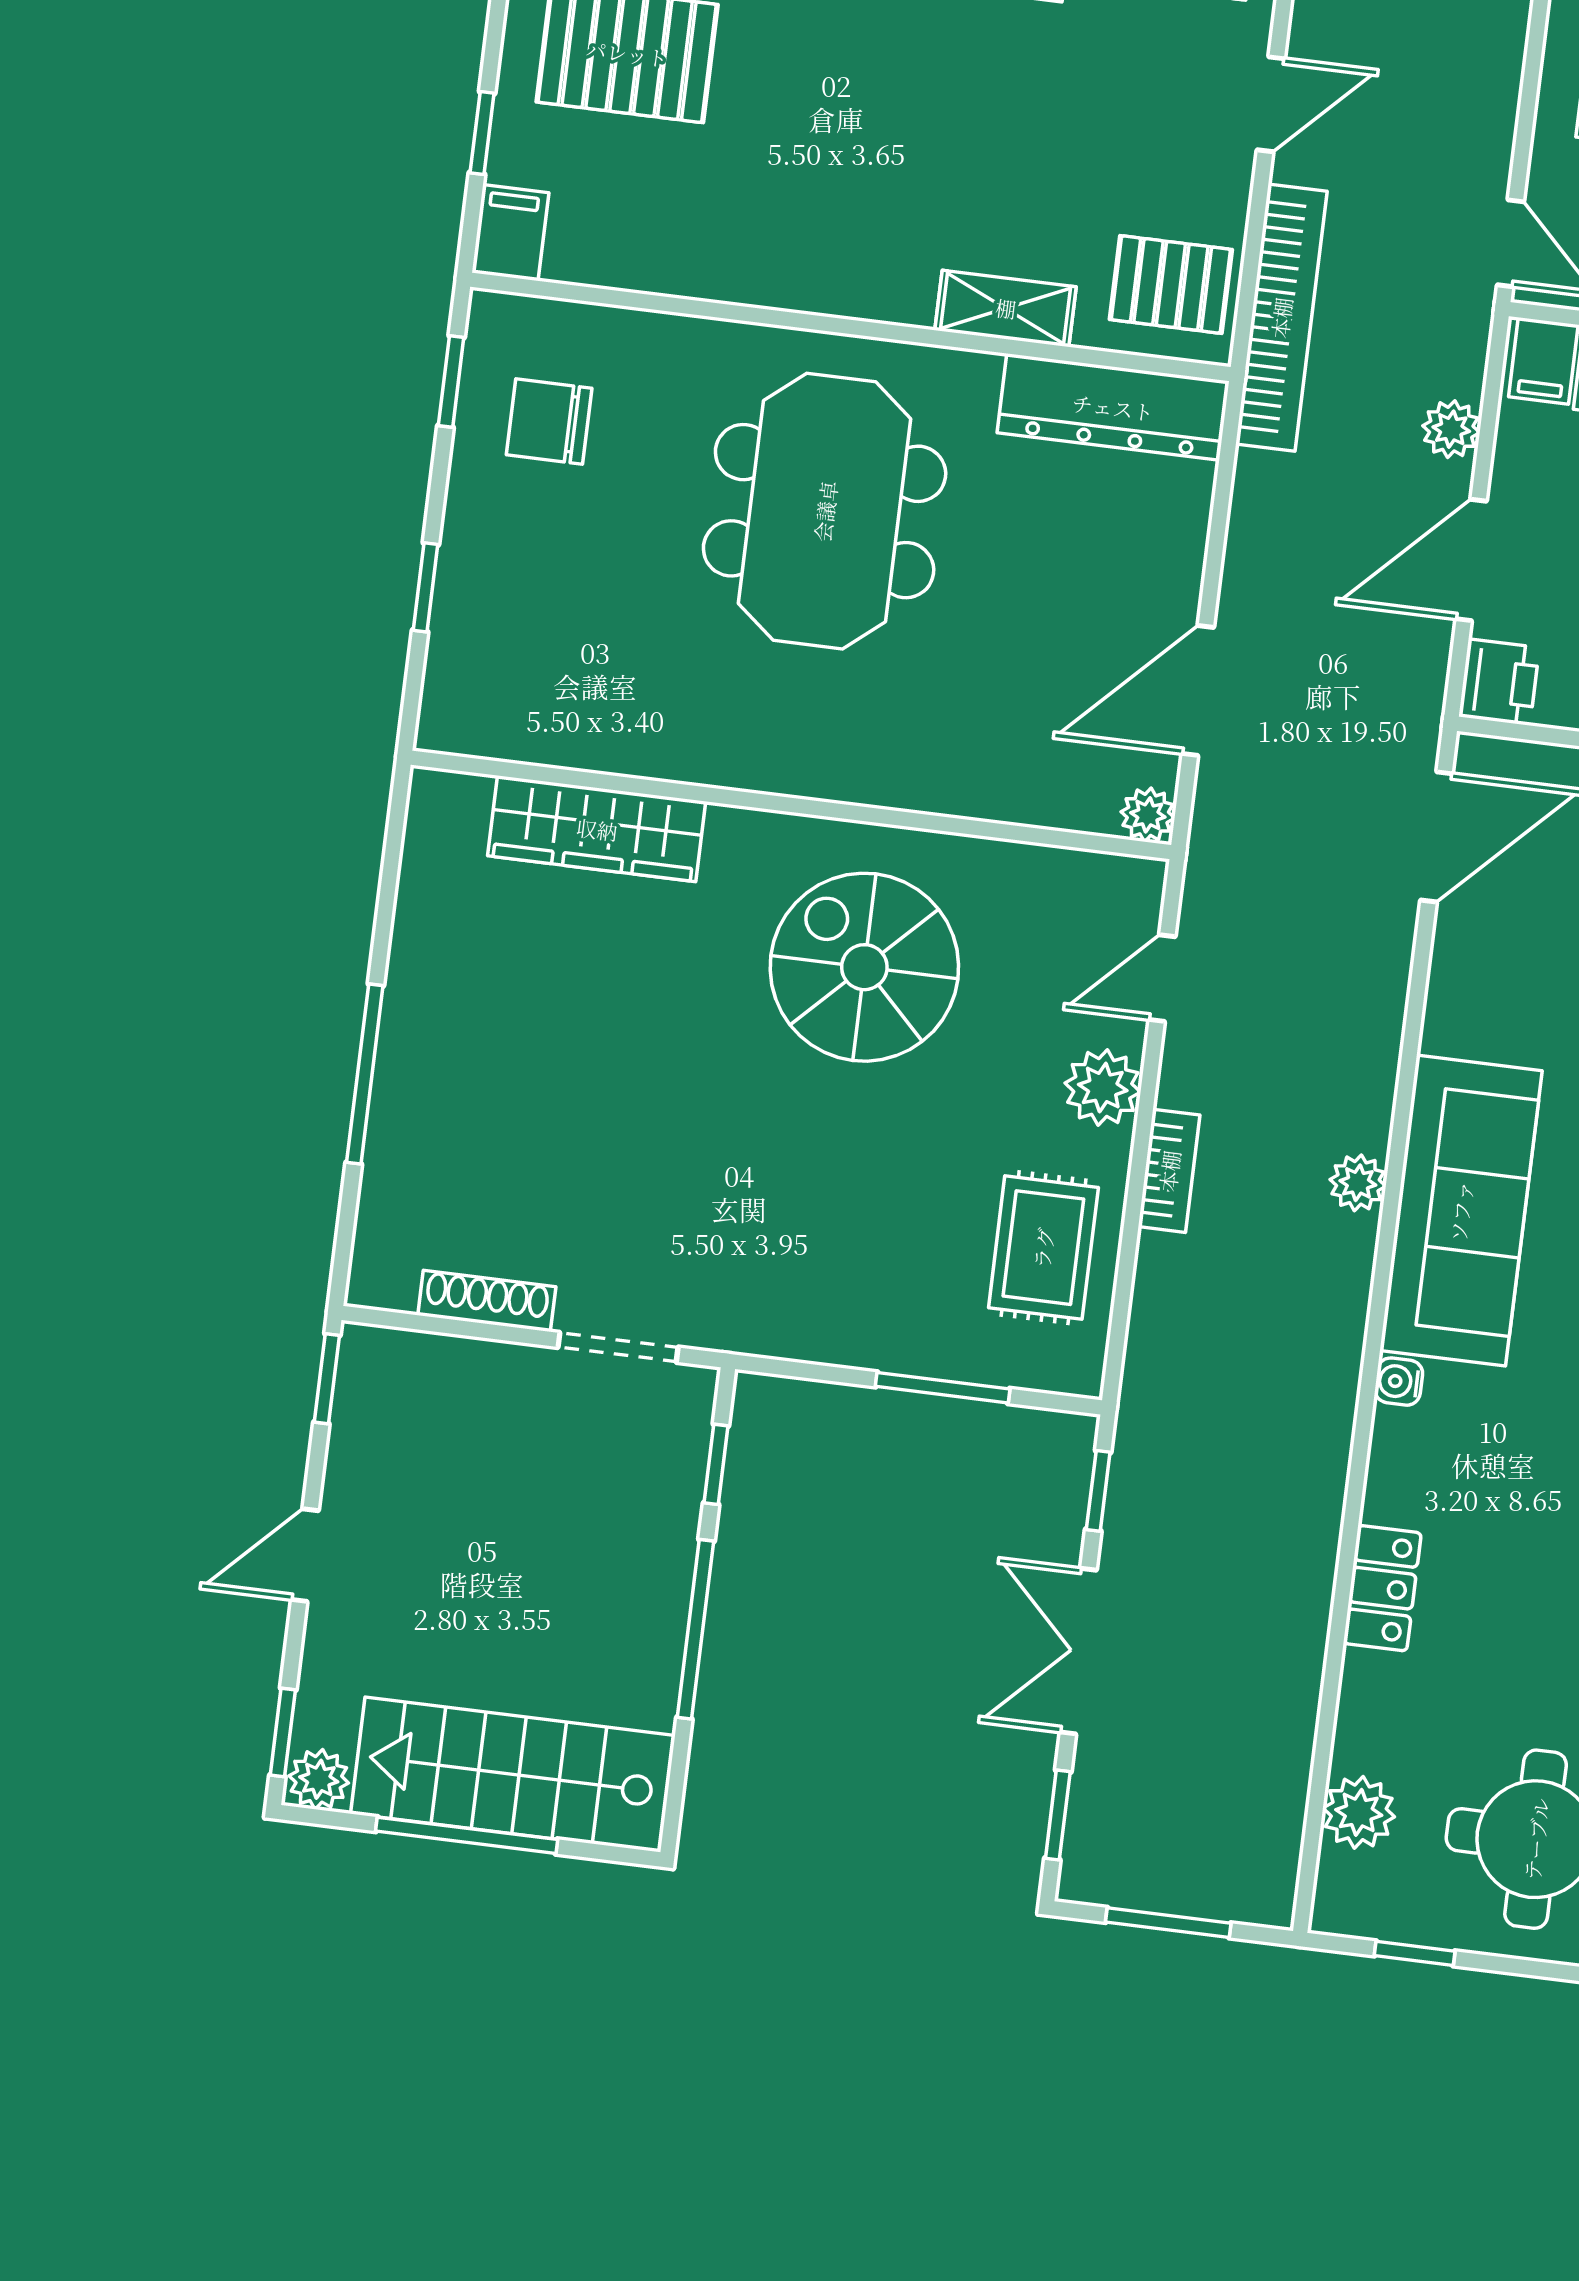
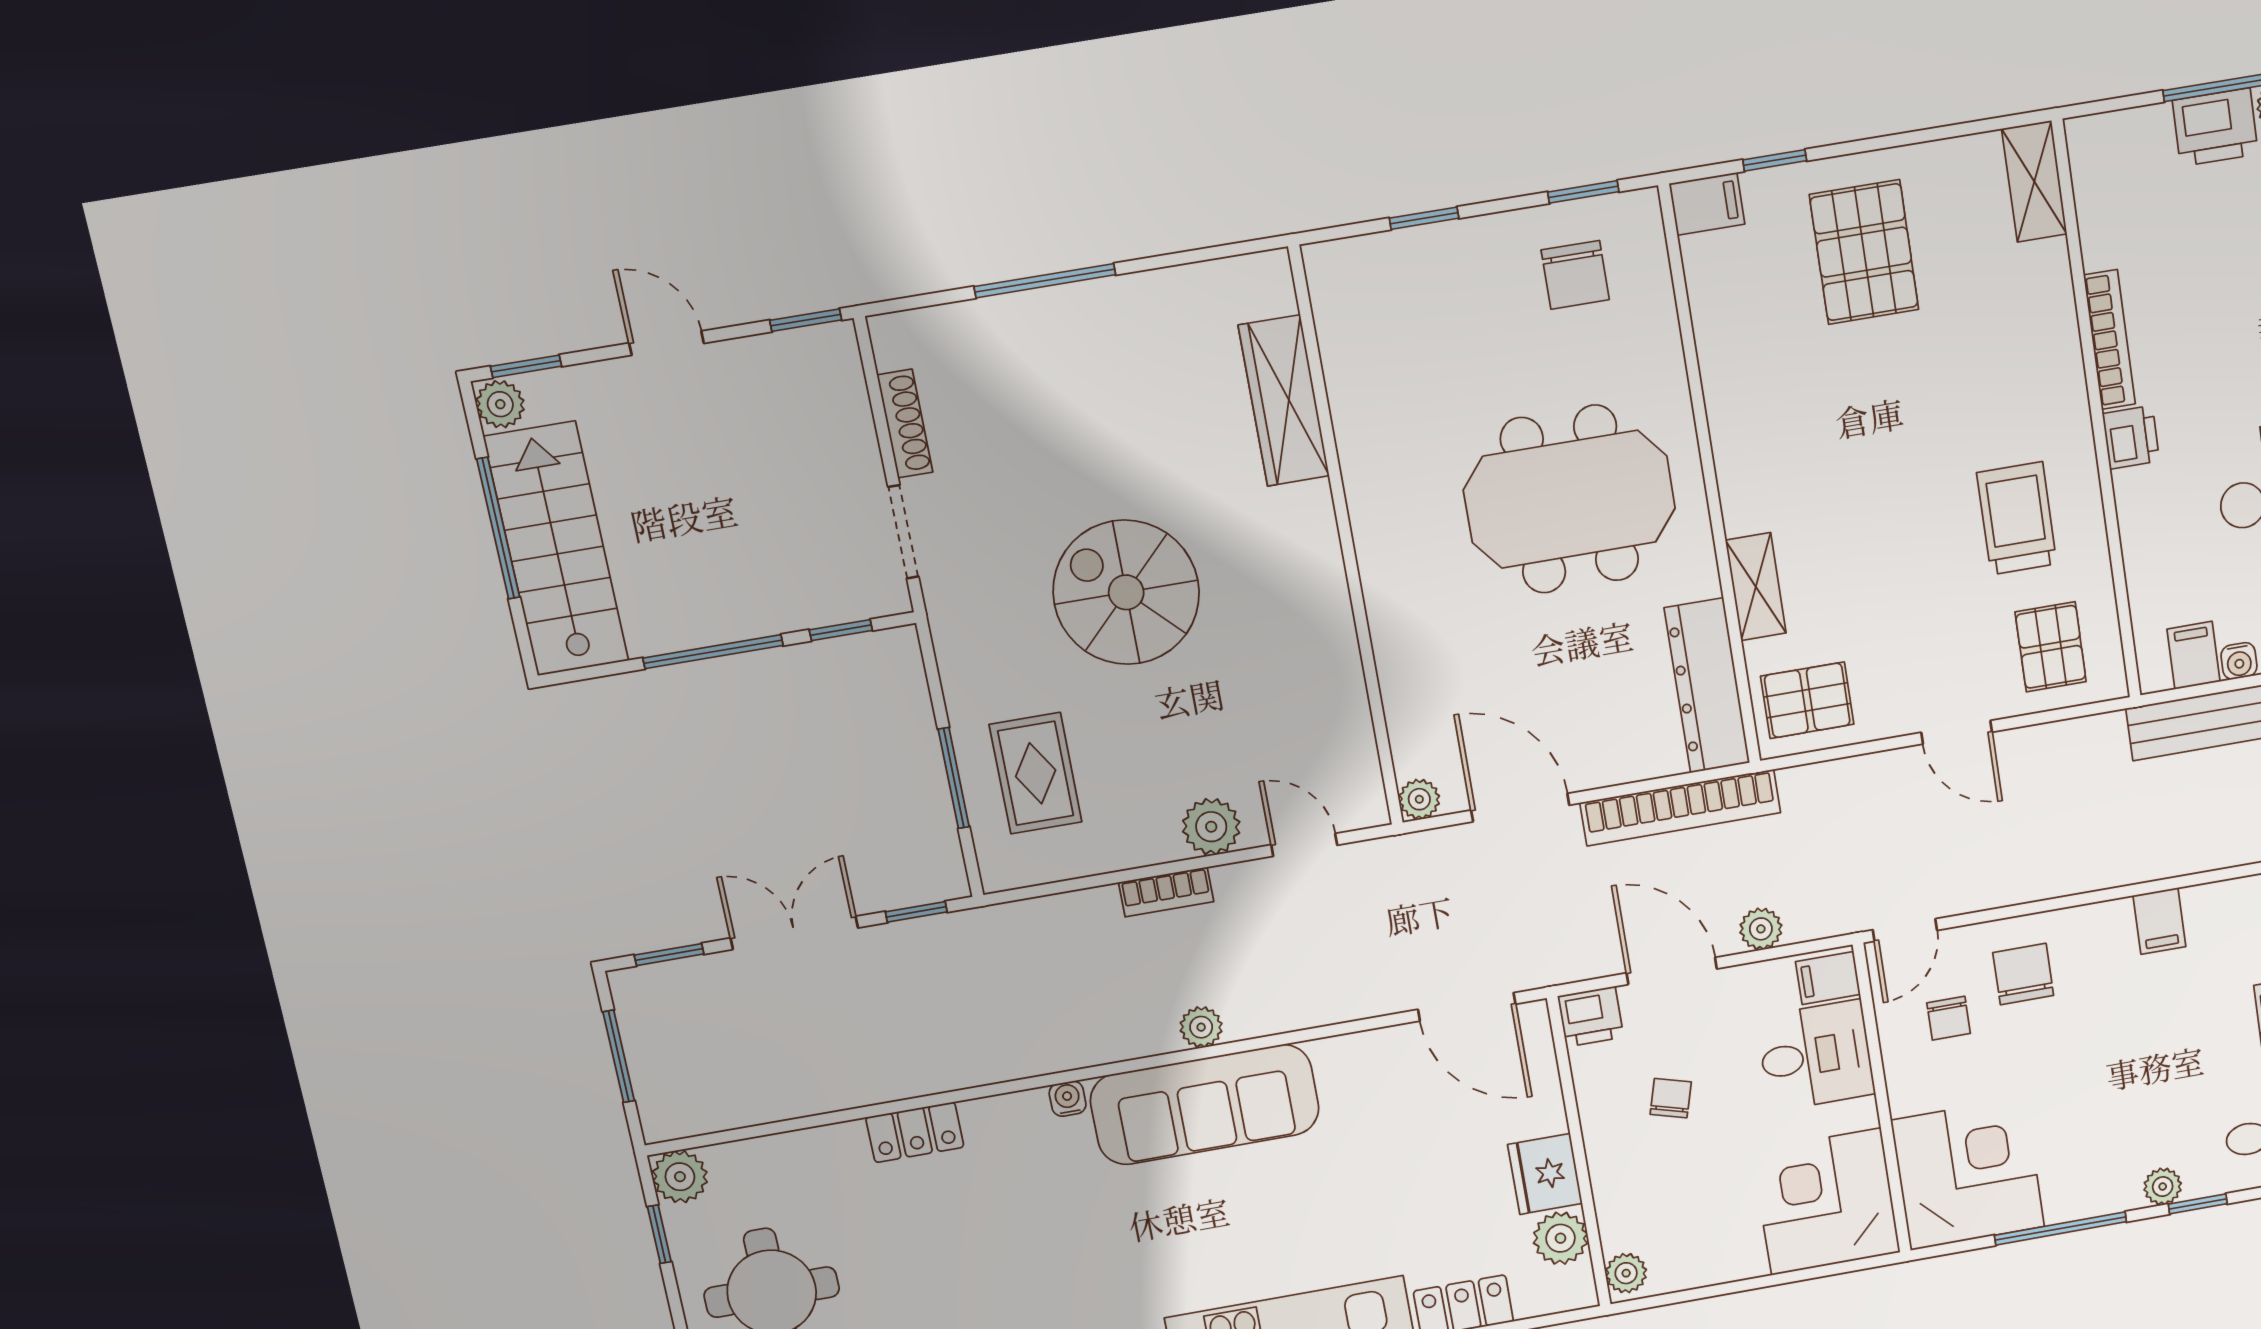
pallet: (1171, 284) -> (1807, 700), turned 90
bookcase: (1281, 318) -> (1680, 808), moved
chair: (549, 422) -> (1575, 275), turned 180
spiral stairs: (864, 967) -> (1126, 592), moved, turned -90
rug: (1043, 1248) -> (1036, 773), moved, turned 90
plant: (1359, 1812) -> (680, 1177), moved

